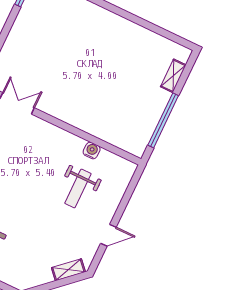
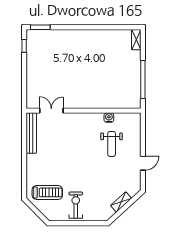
shelving: (173, 76) -> (136, 40), moved
shelving: (68, 270) -> (121, 202), moved

